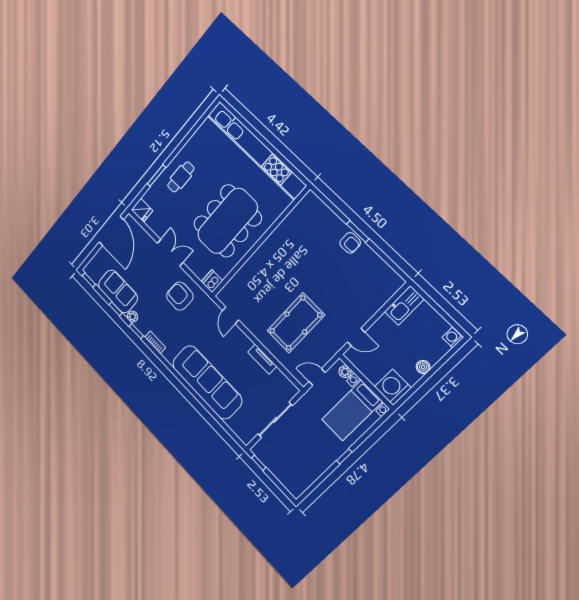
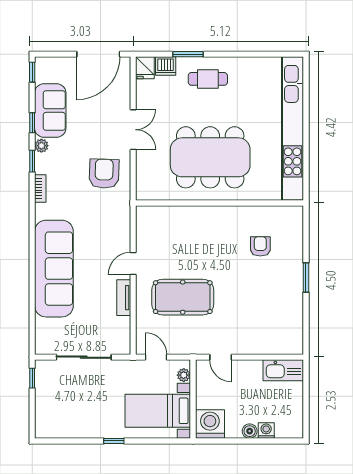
armchair: (350, 243) -> (260, 246), moved, turned 180
dishwasher: (212, 281) -> (166, 66), moved, turned 180
door: (231, 315) -> (133, 264), moved
washing machine: (453, 337) -> (266, 431), moved

